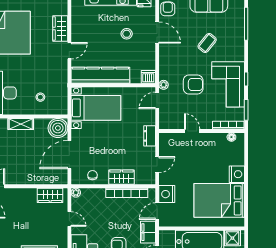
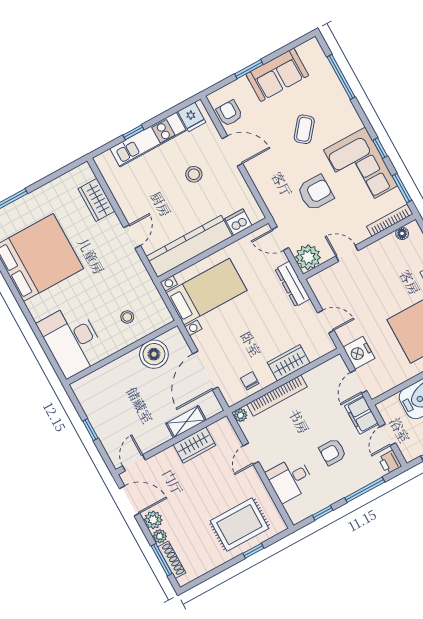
wardrobe: (60, 28) -> (96, 200), moved
dishwasher: (148, 77) -> (238, 222), moved
plant: (164, 85) -> (308, 257), moved, width x1.88, depth x1.88
door: (157, 100) -> (280, 239), hinge flipped
shelving: (21, 124) -> (186, 422), moved
boiler: (58, 128) -> (154, 354), moved
dresser: (150, 136) -> (292, 284), width x1.44
door: (157, 165) -> (326, 322), hinge flipped
bookcase: (127, 193) -> (277, 396), moved
wardrobe: (50, 195) -> (195, 445), moved
door: (69, 219) -> (251, 454), swing flipped

